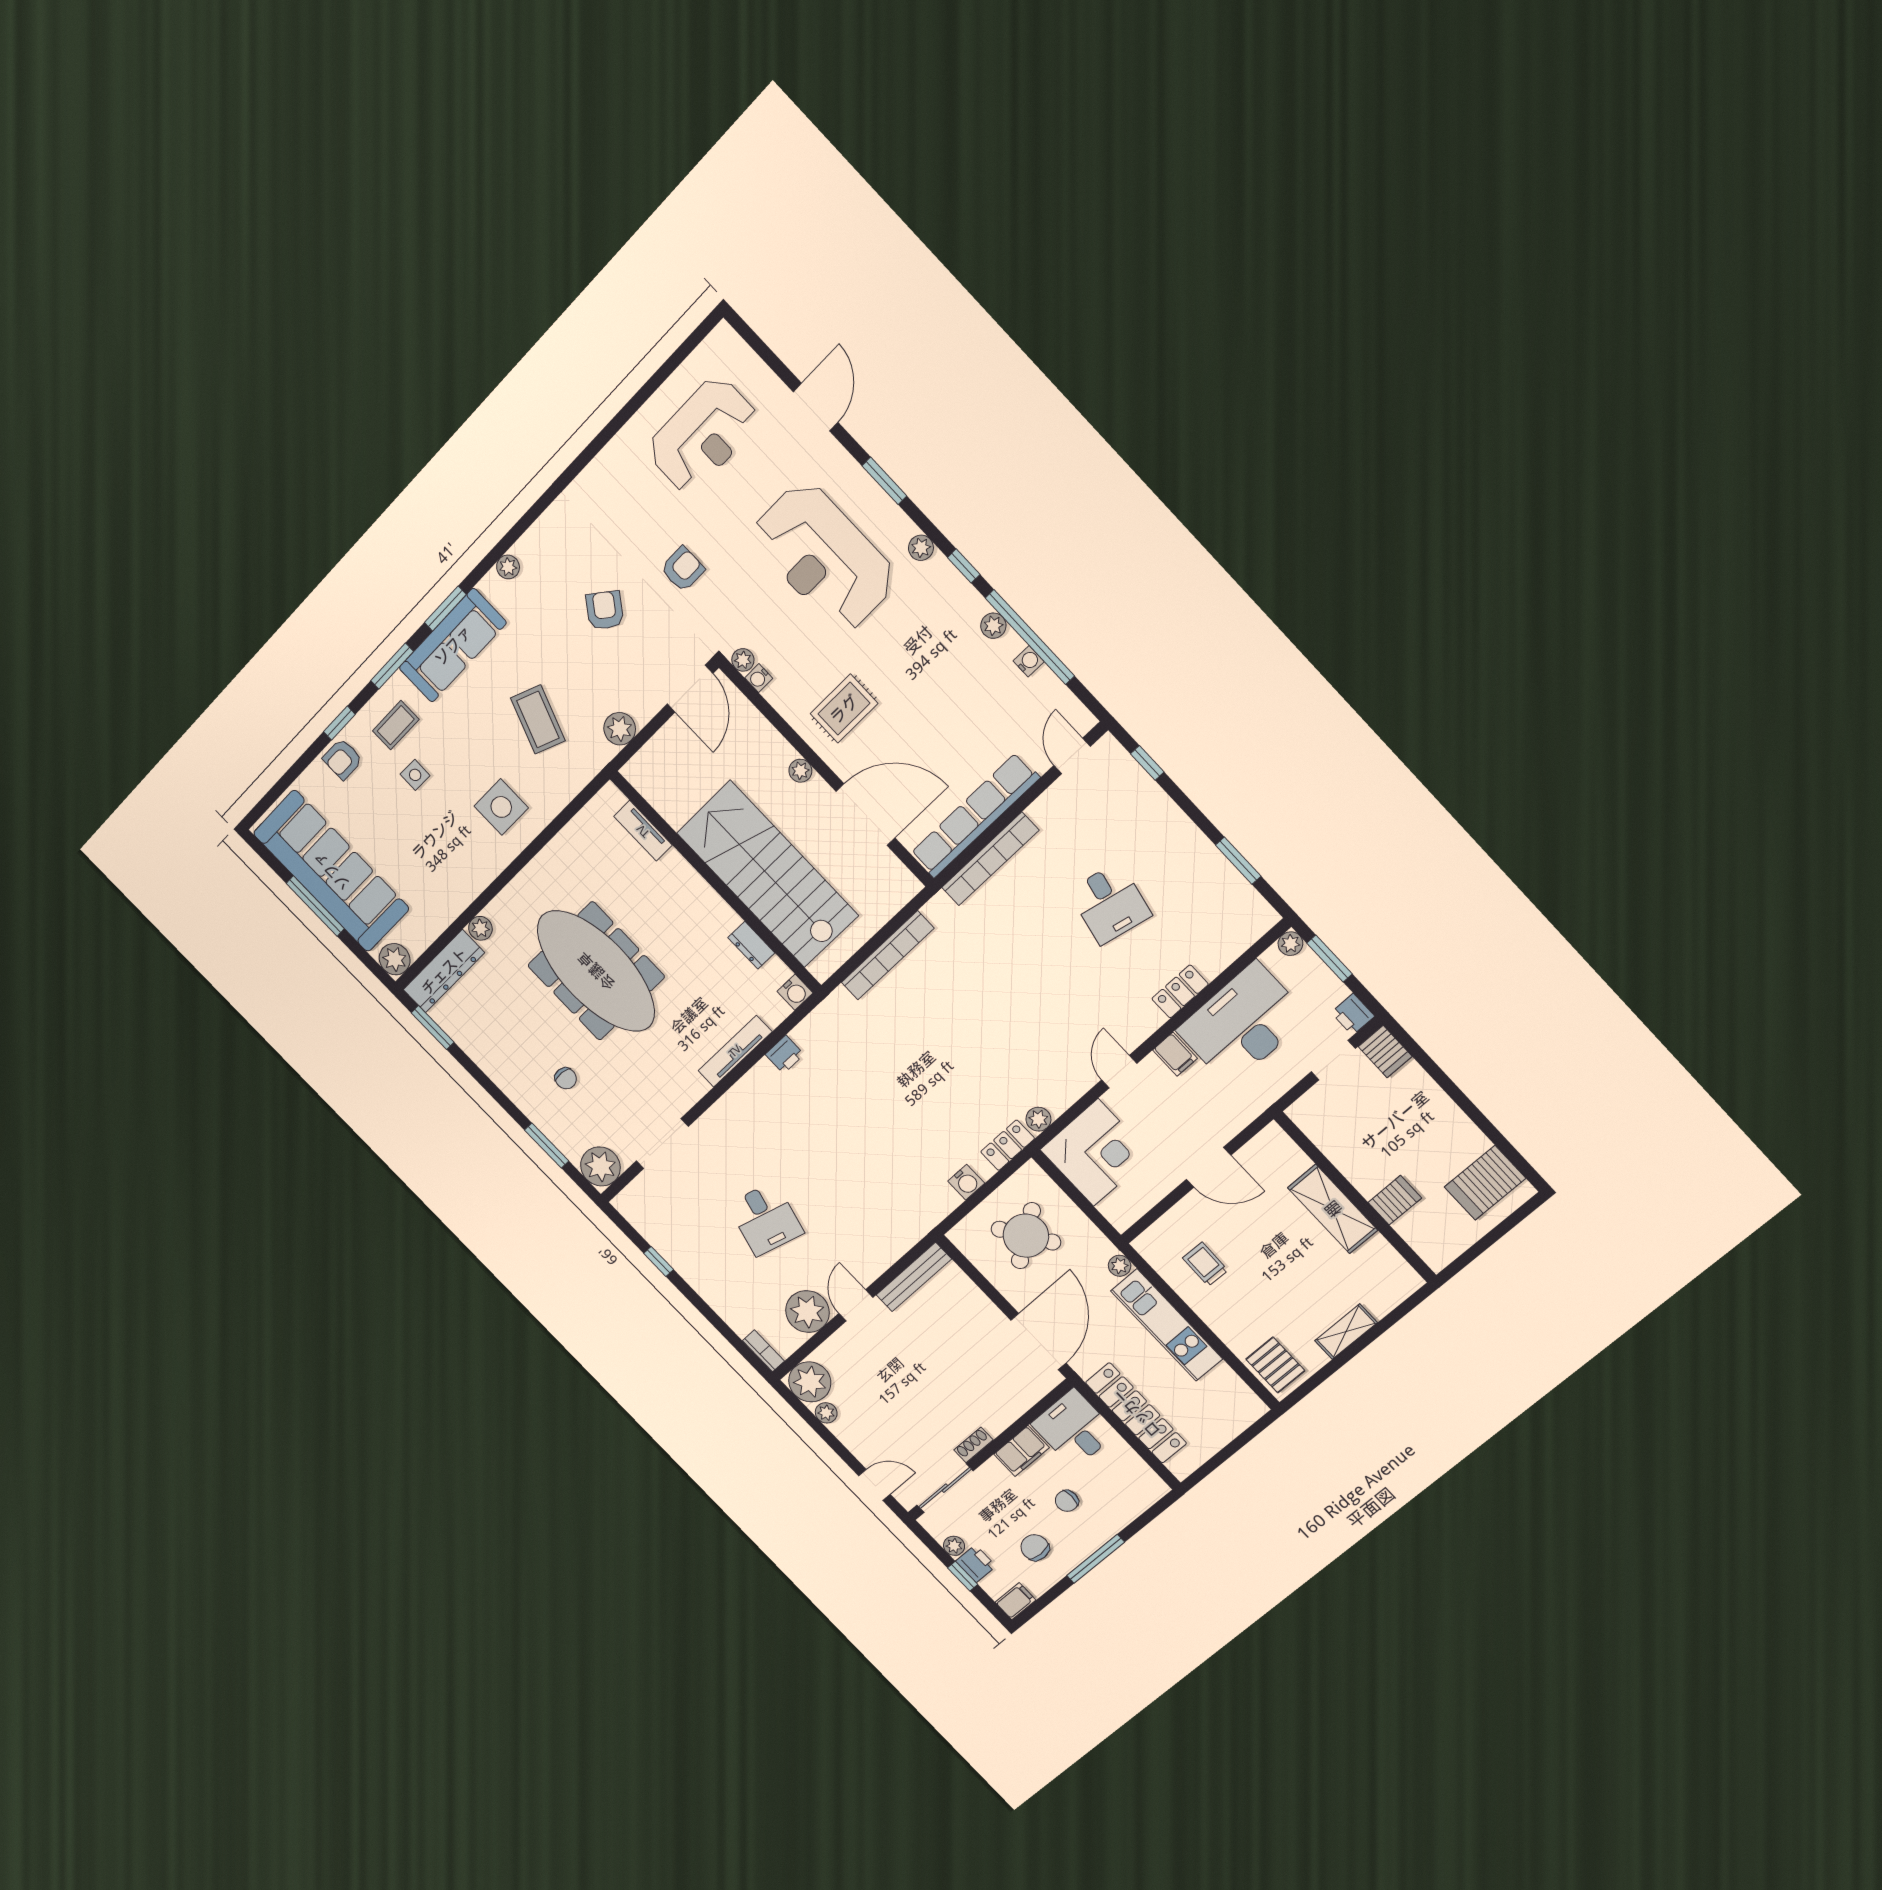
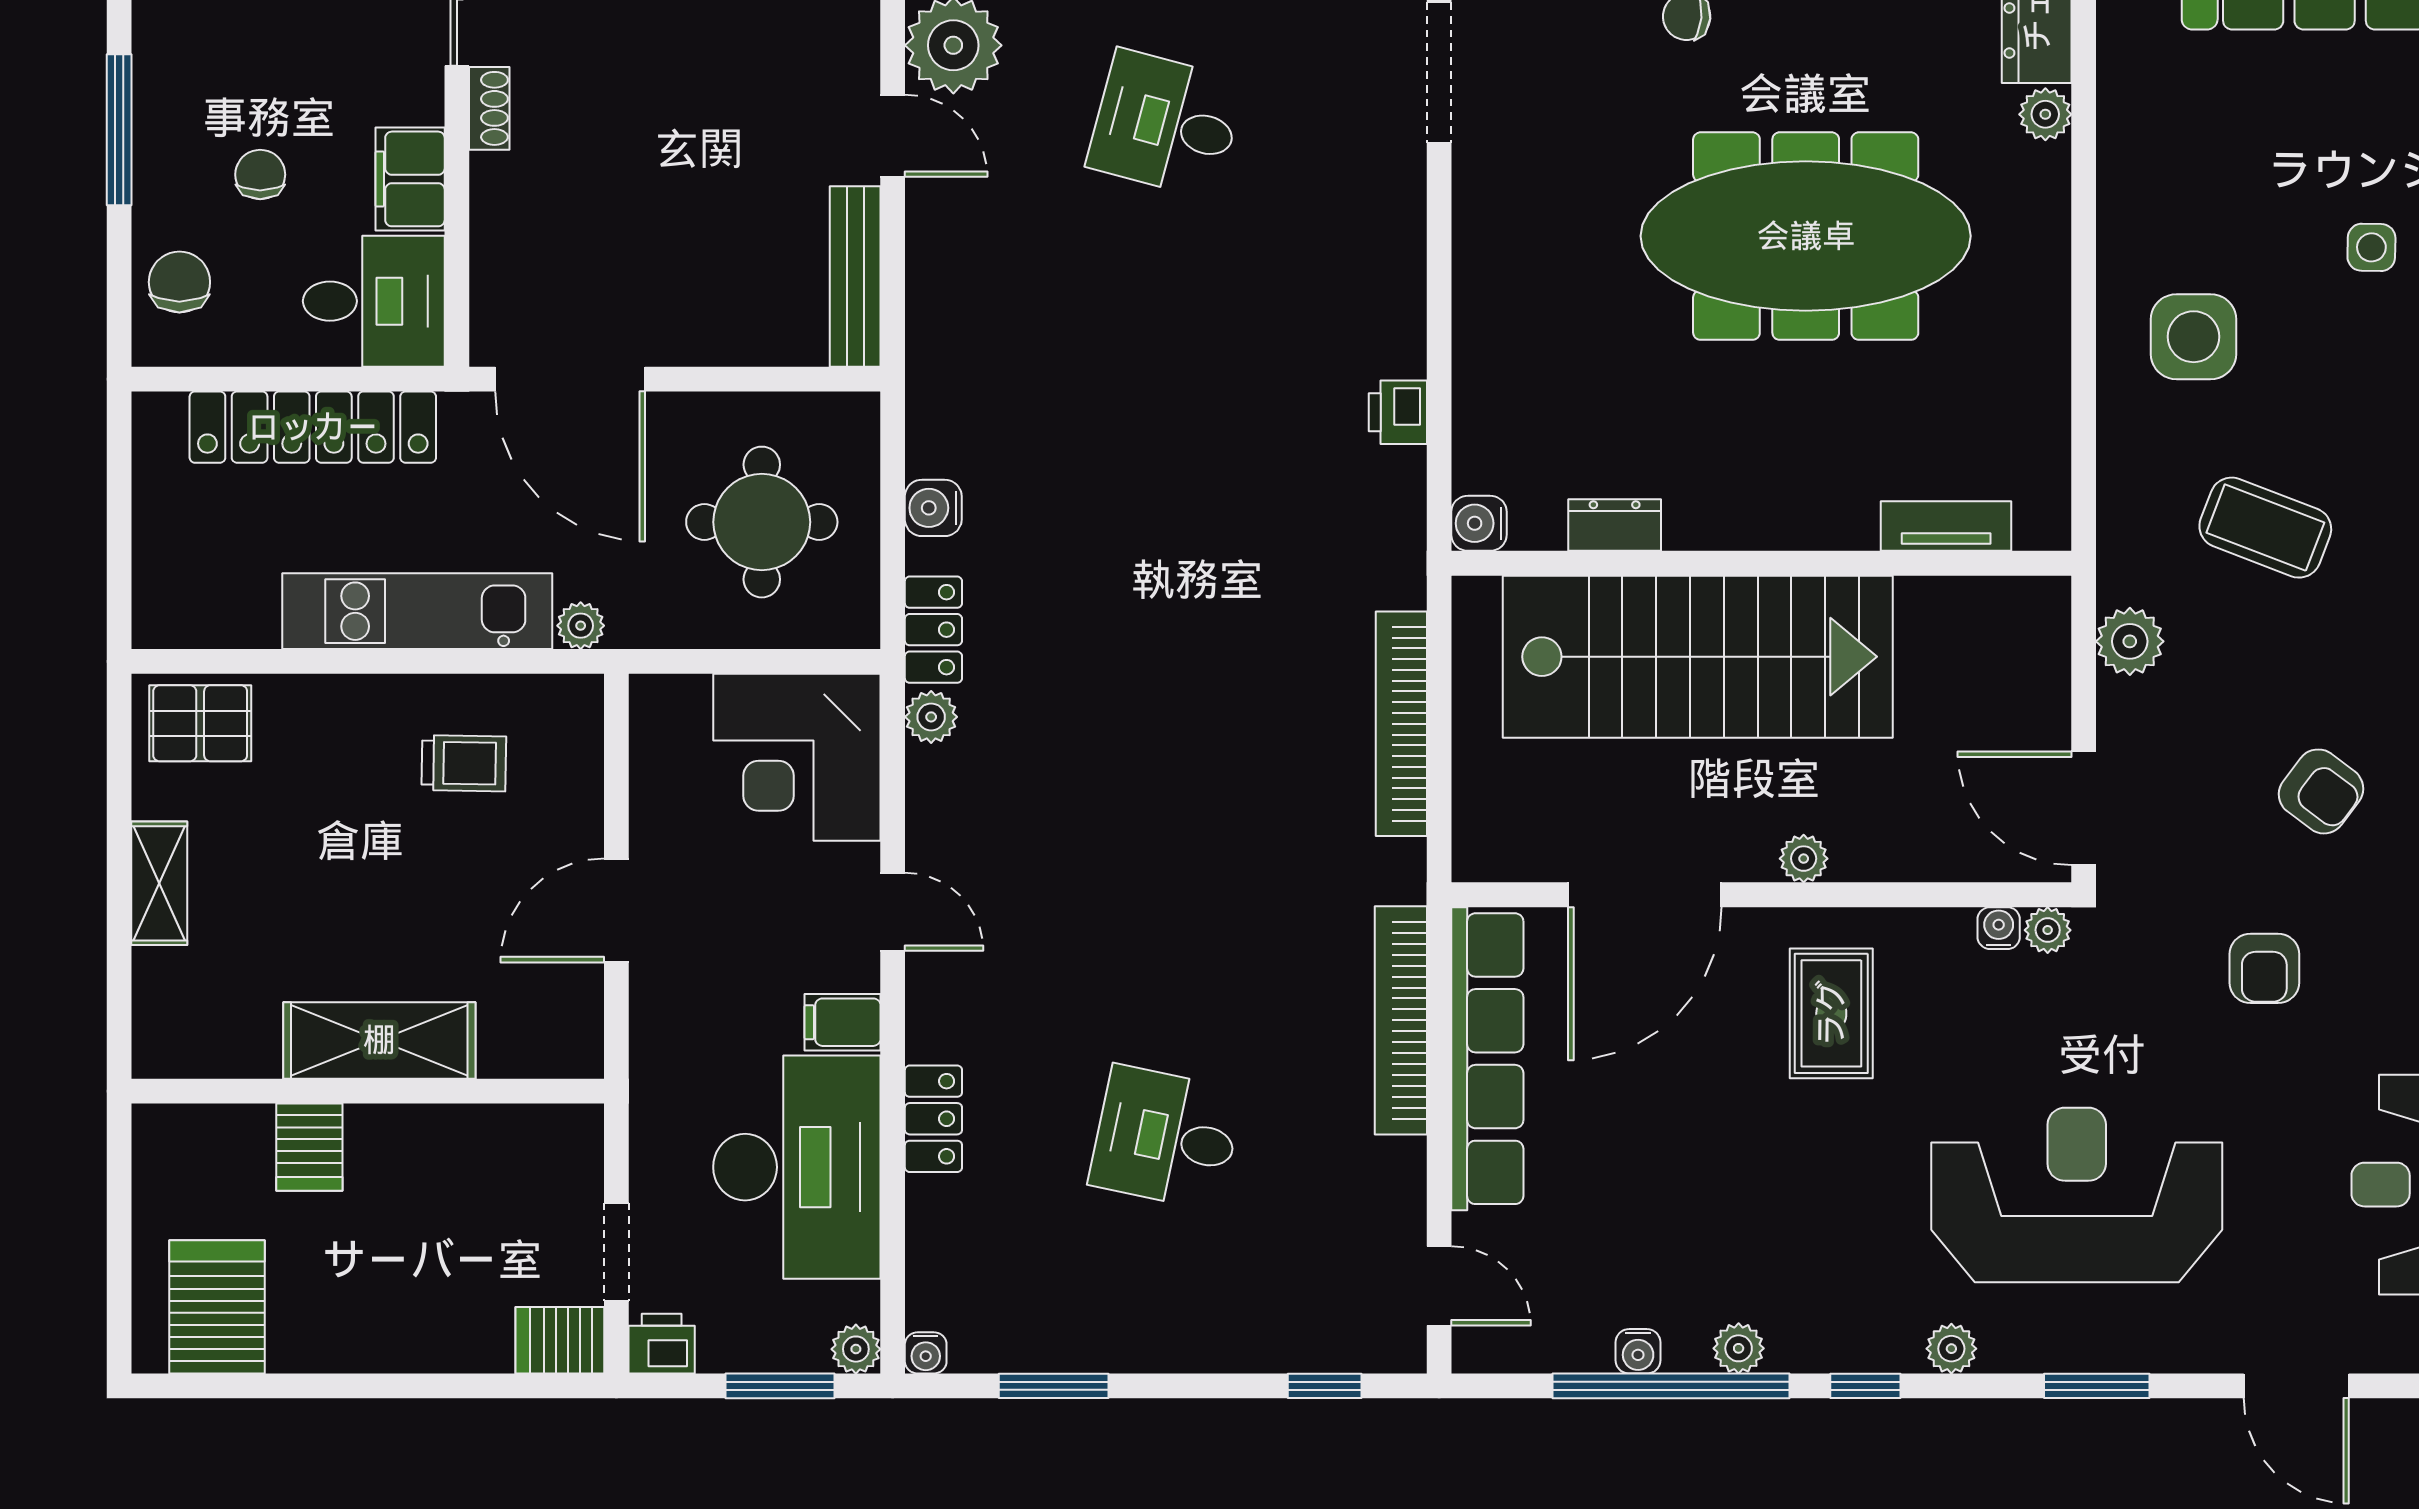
water cooler: (1269, 917) -> (926, 1353), added
tv unit: (735, 1051) -> (1476, 337), removed
round table: (1026, 1236) -> (762, 522), turned 34
chair: (1035, 1547) -> (179, 282), moved, turned -90

